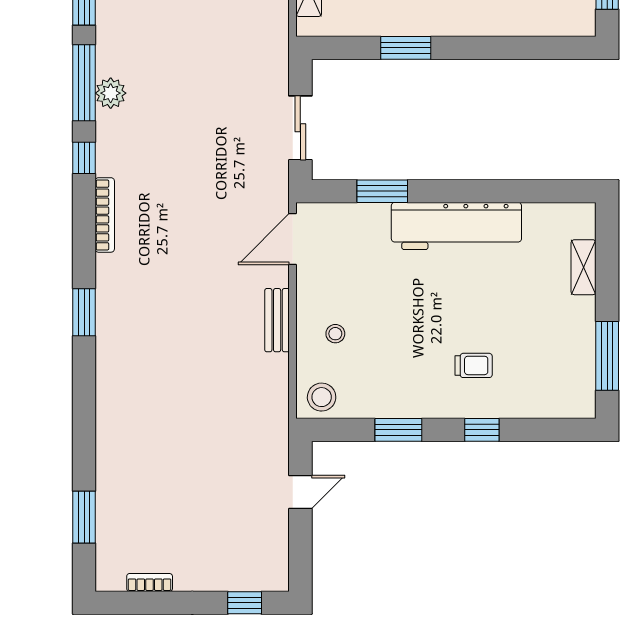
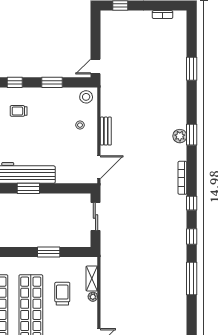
window: (84, 83) -> (192, 237), width x0.46
plant: (111, 93) -> (180, 136), moved
window: (382, 191) -> (28, 188), moved
door: (300, 492) -> (95, 67), moved
window: (84, 517) -> (192, 69), moved

